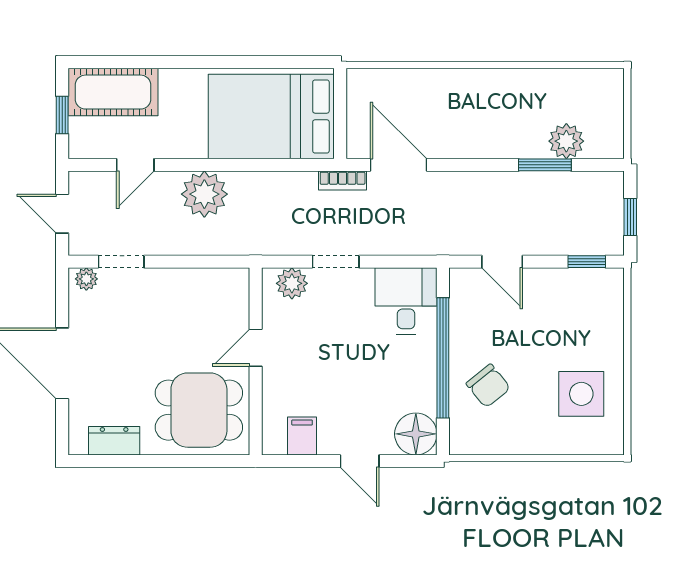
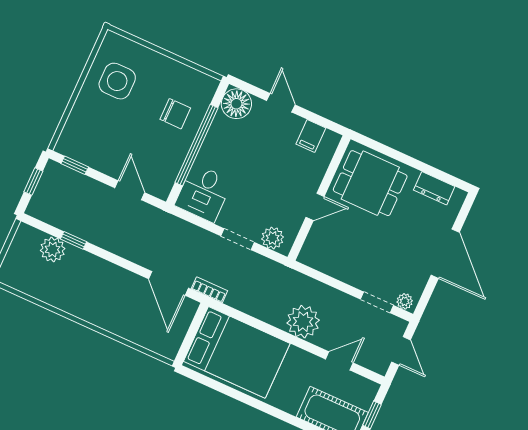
window: (545, 165) -> (73, 240), width x0.67
chair: (488, 386) -> (175, 114), turned 129

